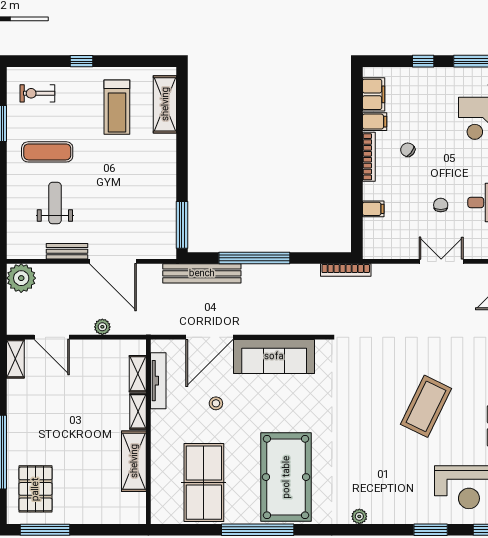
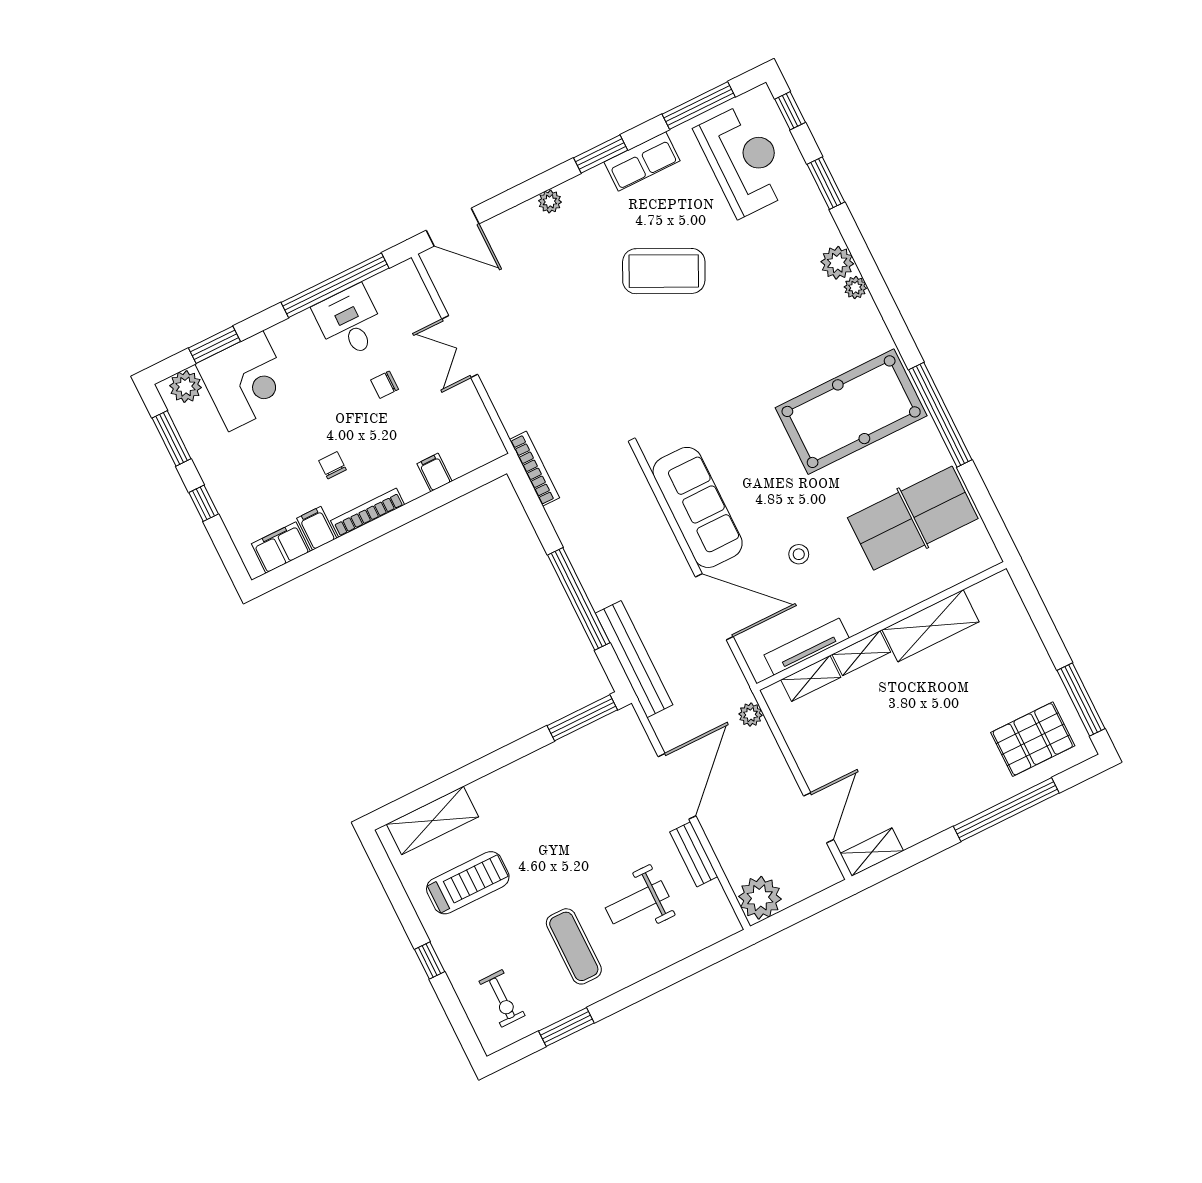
chair: (408, 150) -> (333, 465), turned 141
plant: (102, 327) -> (751, 715), moved
plant: (380, 513) -> (837, 263), added

